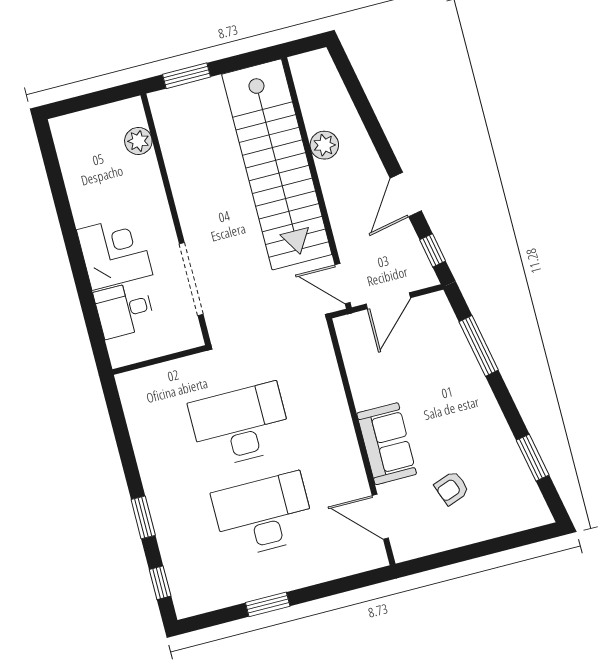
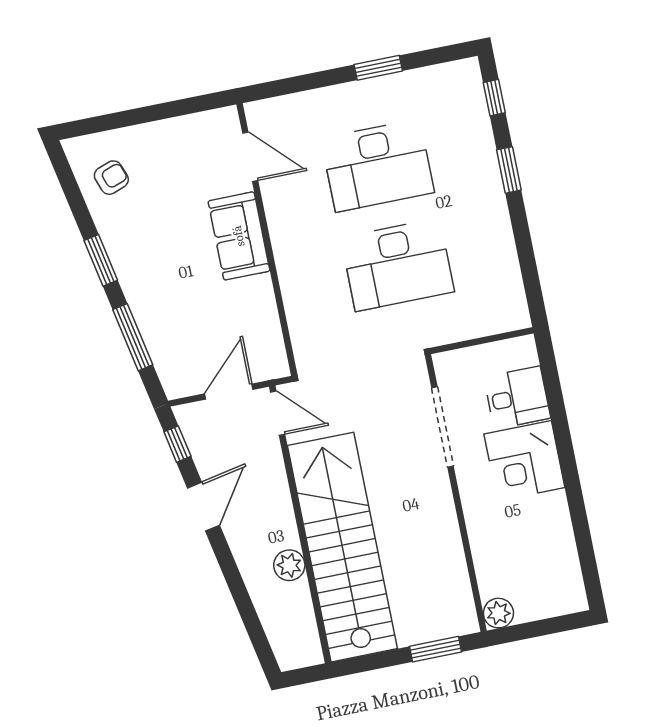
plant: (138, 141) -> (498, 613), moved
window: (533, 458) -> (101, 260), moved
armchair: (452, 488) -> (111, 178), moved

